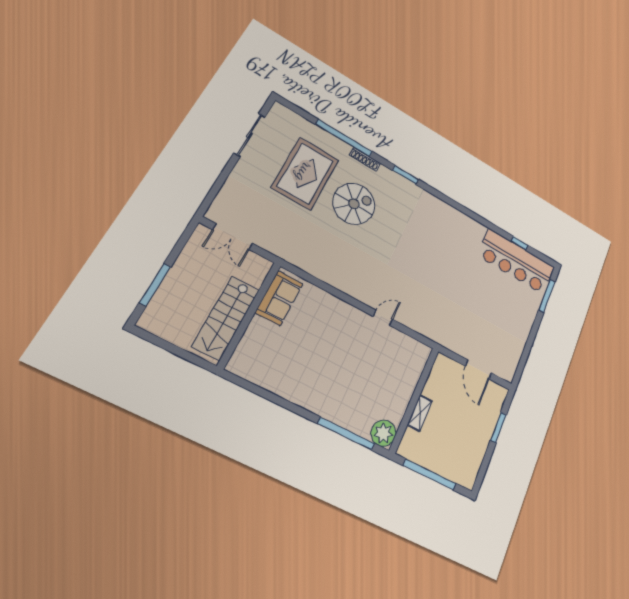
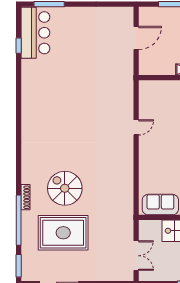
window: (405, 175) -> (19, 266), moved
bar counter: (516, 261) -> (35, 33), width x0.73
door: (383, 318) -> (136, 127), swing flipped

